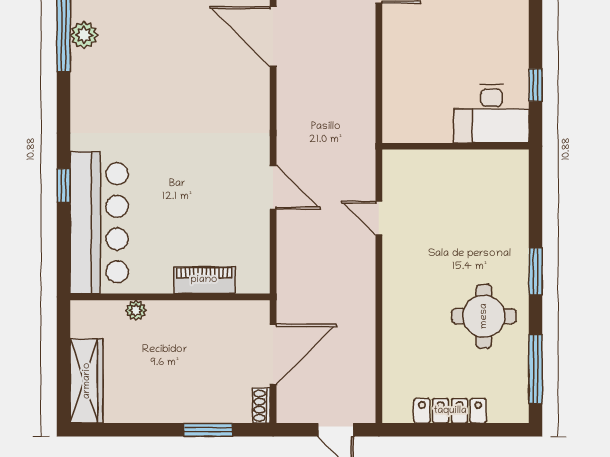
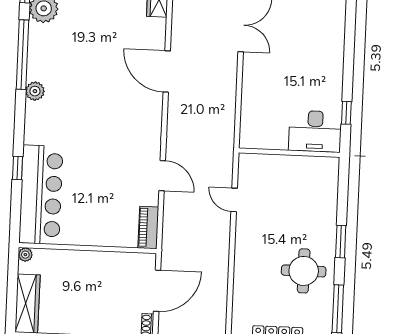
plant: (84, 35) -> (35, 91), moved
piano: (204, 280) -> (148, 227), moved, turned -90
plant: (136, 310) -> (25, 255), moved

